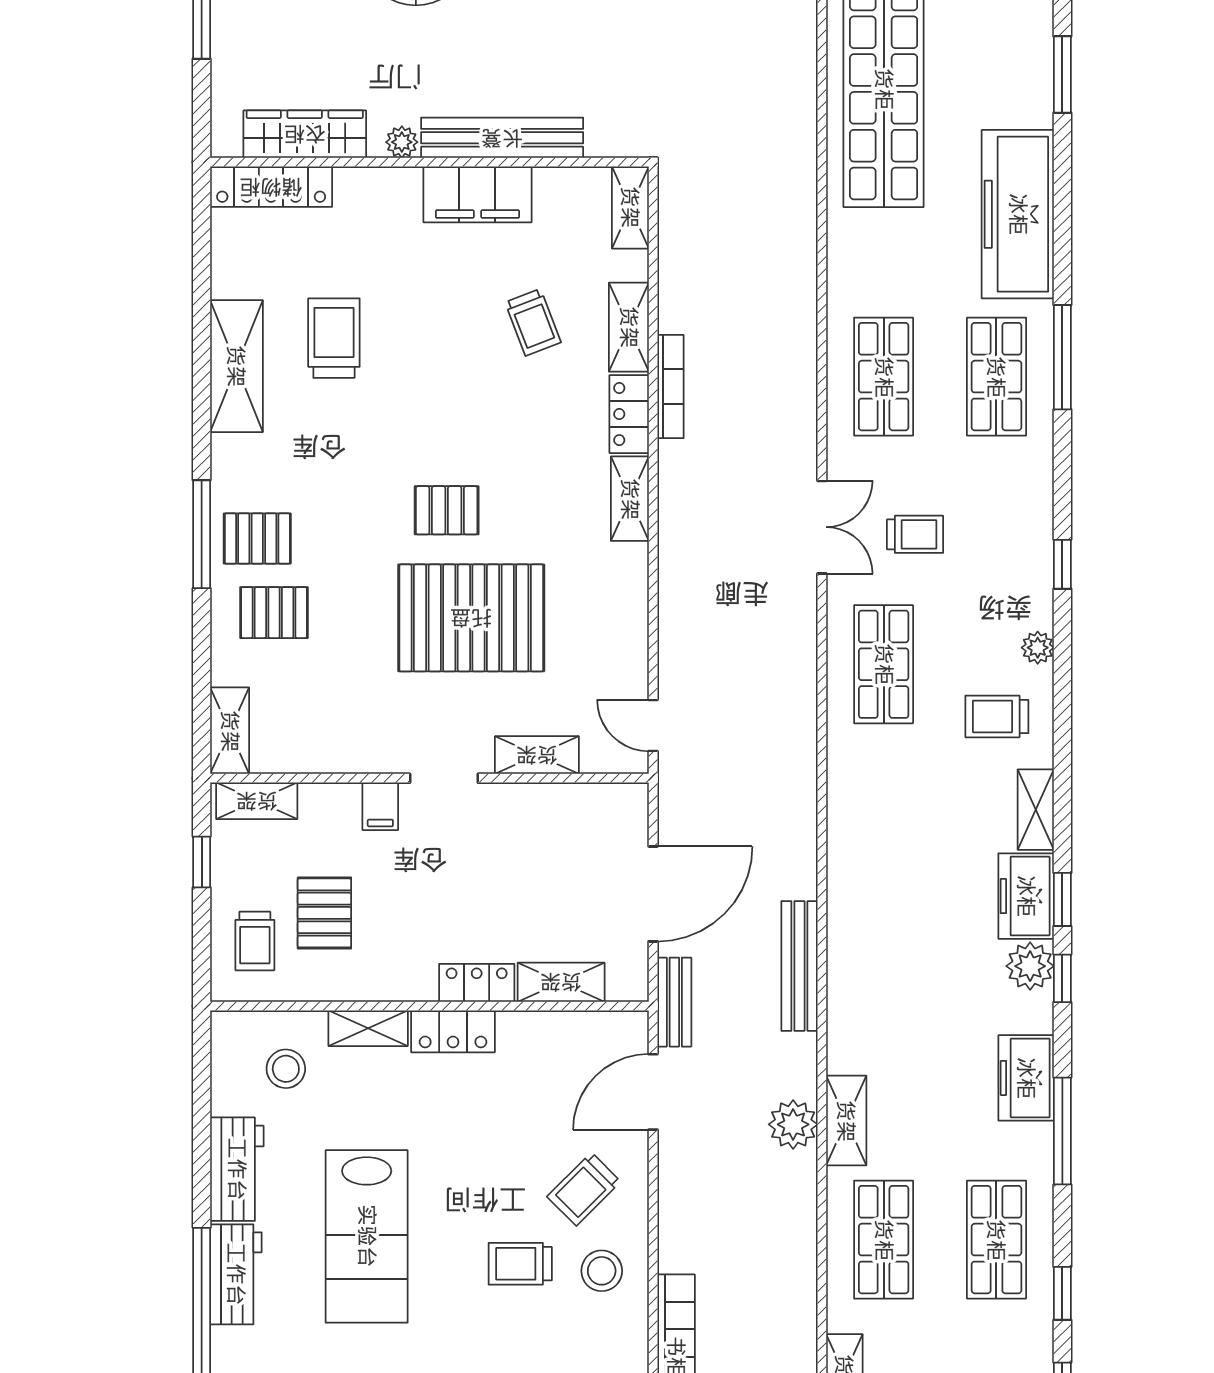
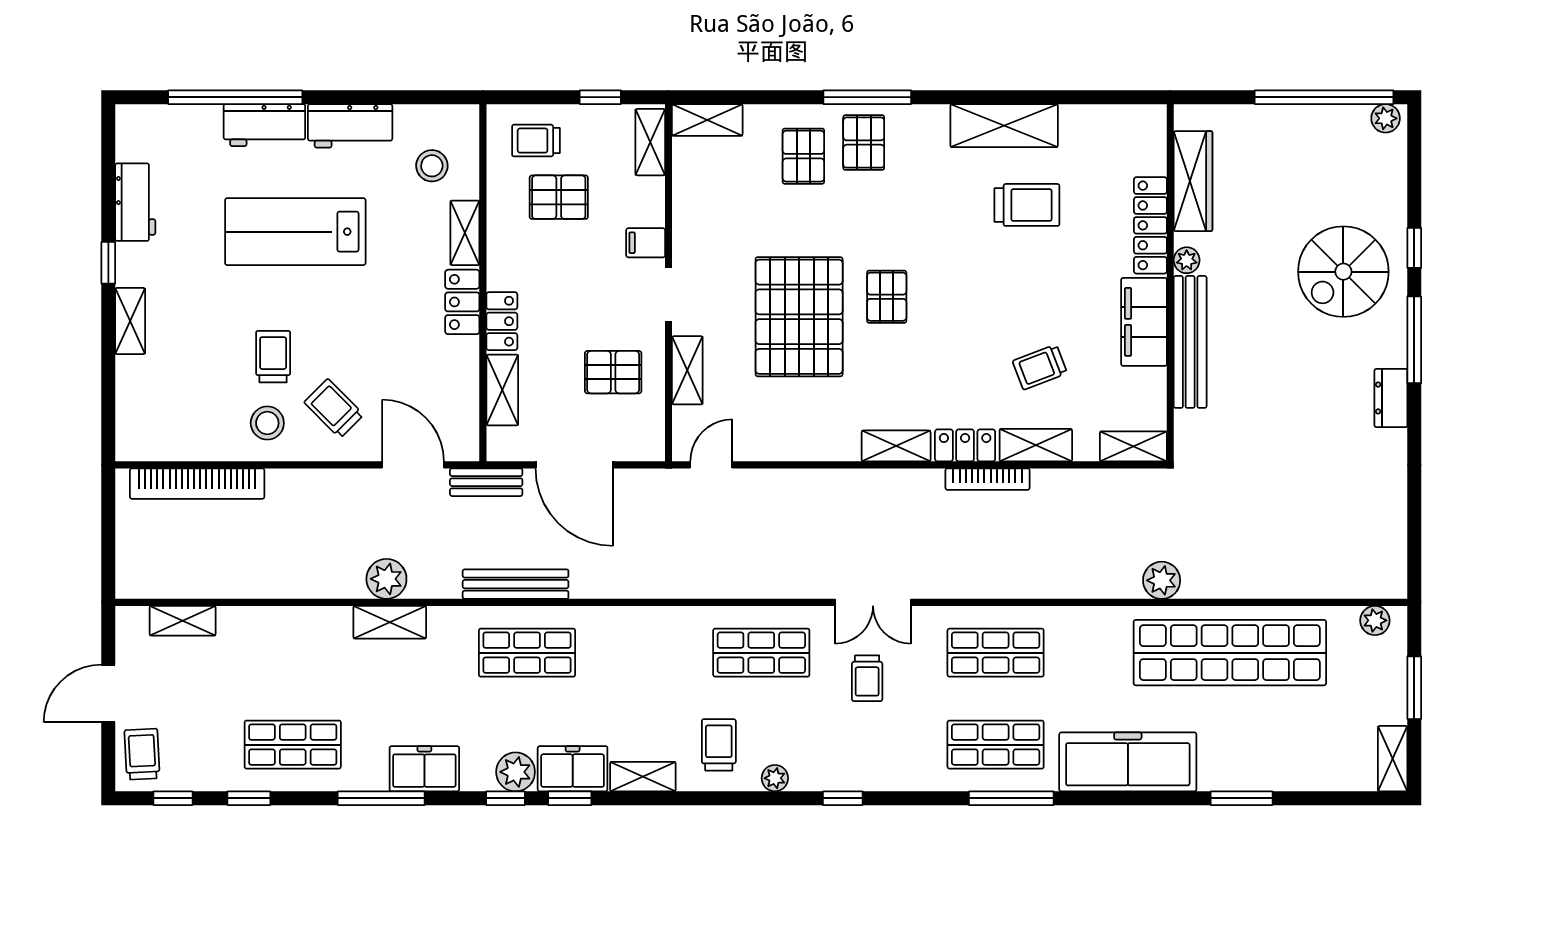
plant: (795, 173) -> (1162, 580), added
locker: (271, 187) -> (1150, 225), moved
pallet: (539, 846) -> (613, 372), added
shop shelf: (884, 1240) -> (527, 653), moved

